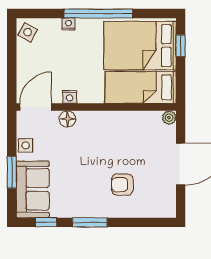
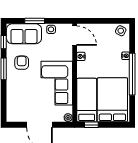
window: (181, 46) -> (91, 125), moved
floor lamp: (67, 119) -> (67, 55), removed
corner sofa: (113, 136) -> (57, 83), added
armchair: (122, 185) -> (22, 63), moved

